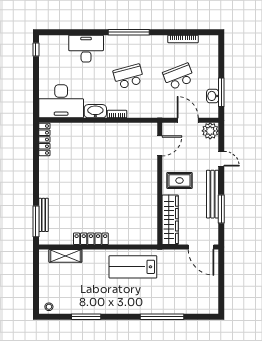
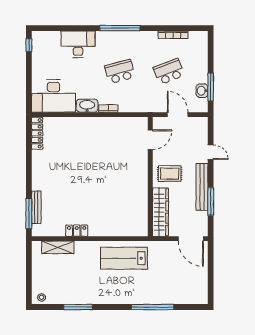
plant: (210, 131) -> (200, 125), removed
locker: (91, 239) -> (77, 231), width x0.66

